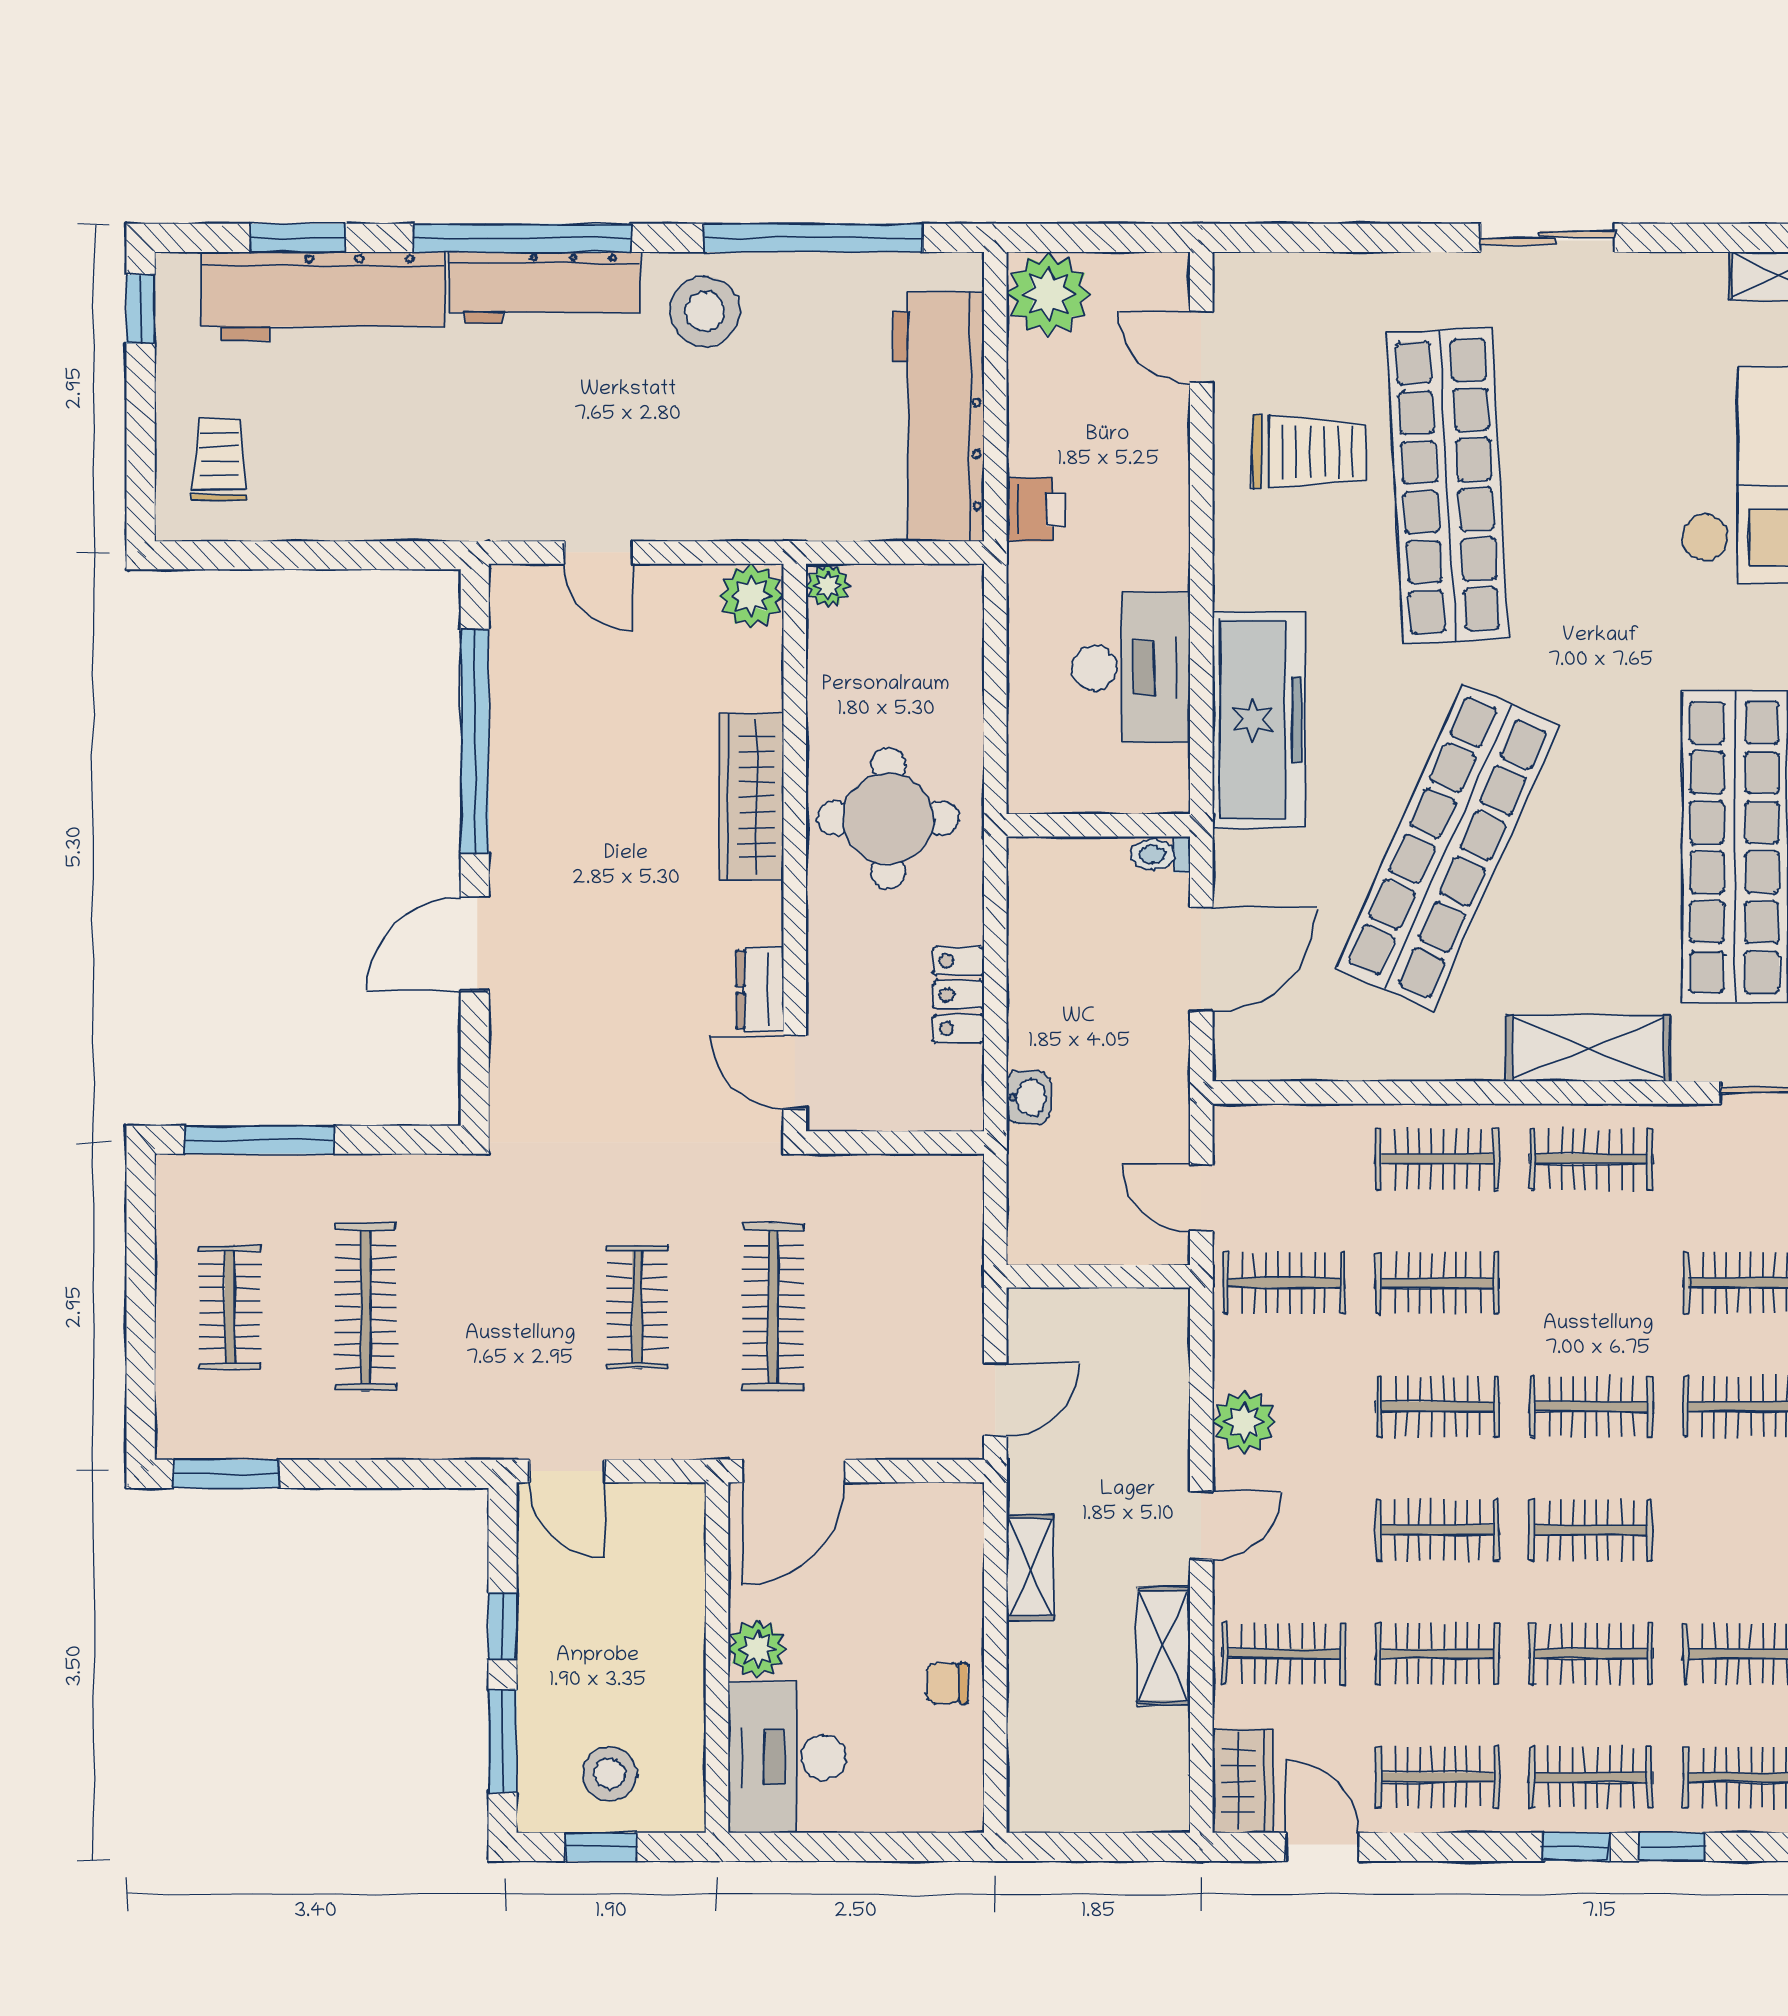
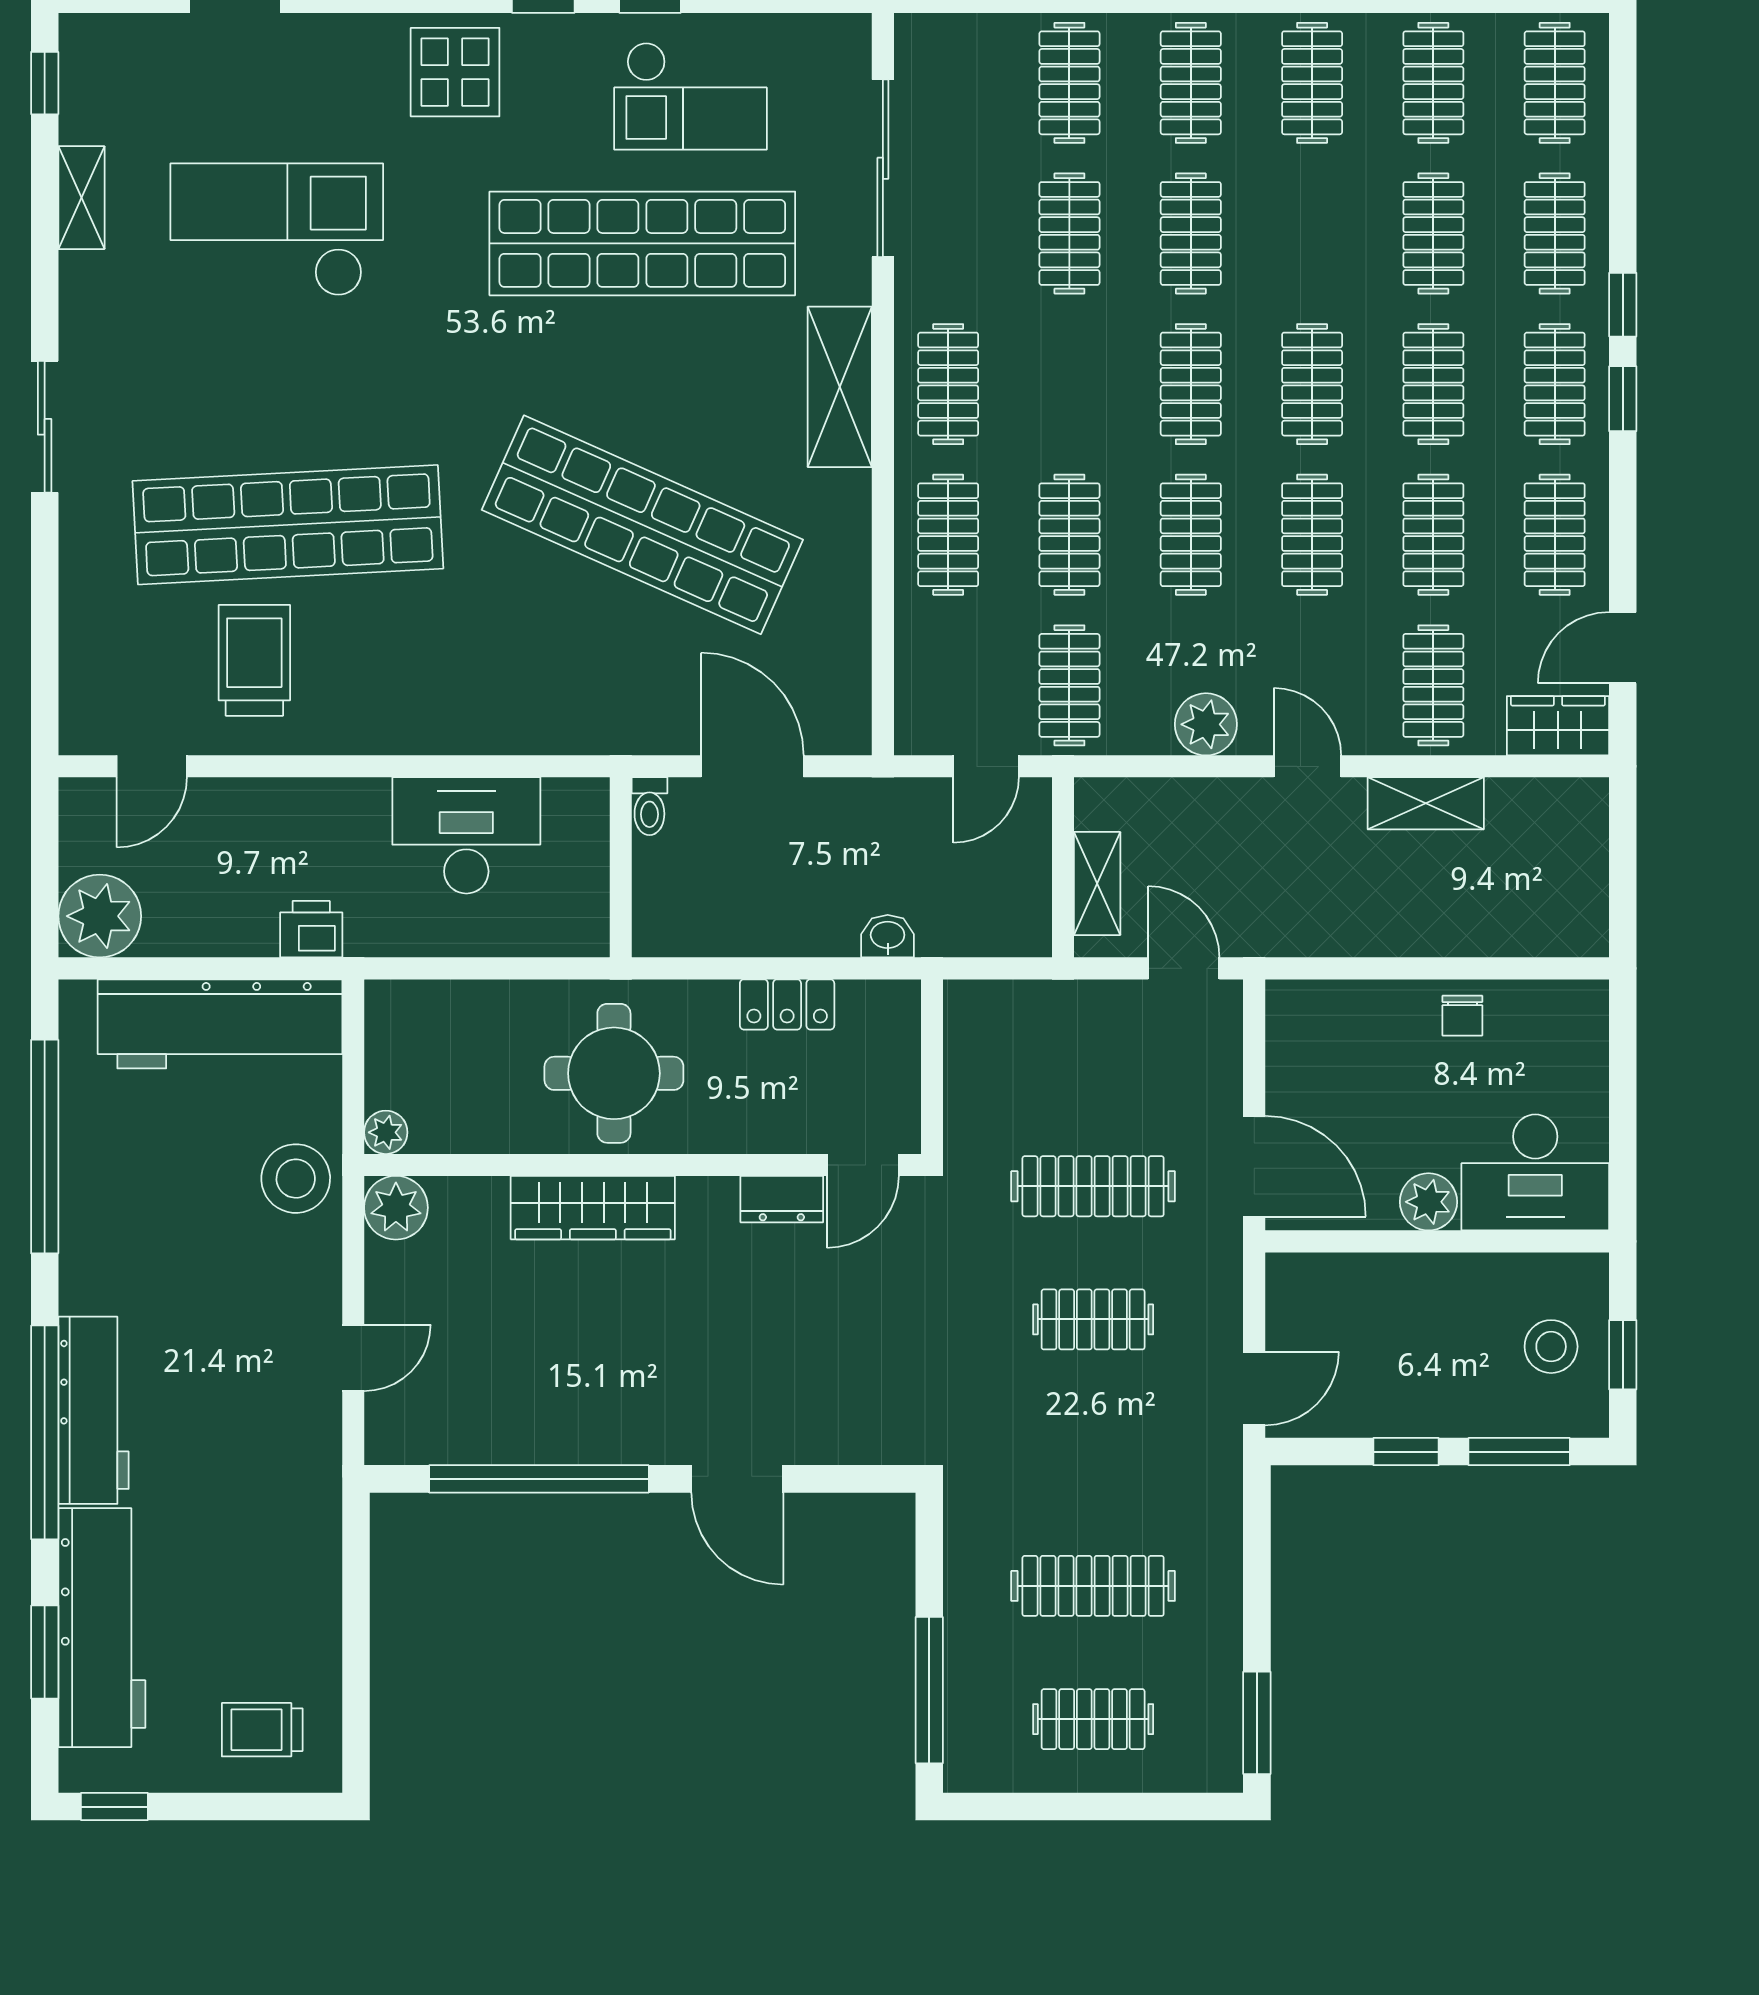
stool: (705, 311) -> (296, 1179), moved
freezer: (1259, 720) -> (517, 710), removed
shelving: (1030, 1567) -> (1097, 883), moved, turned 90

